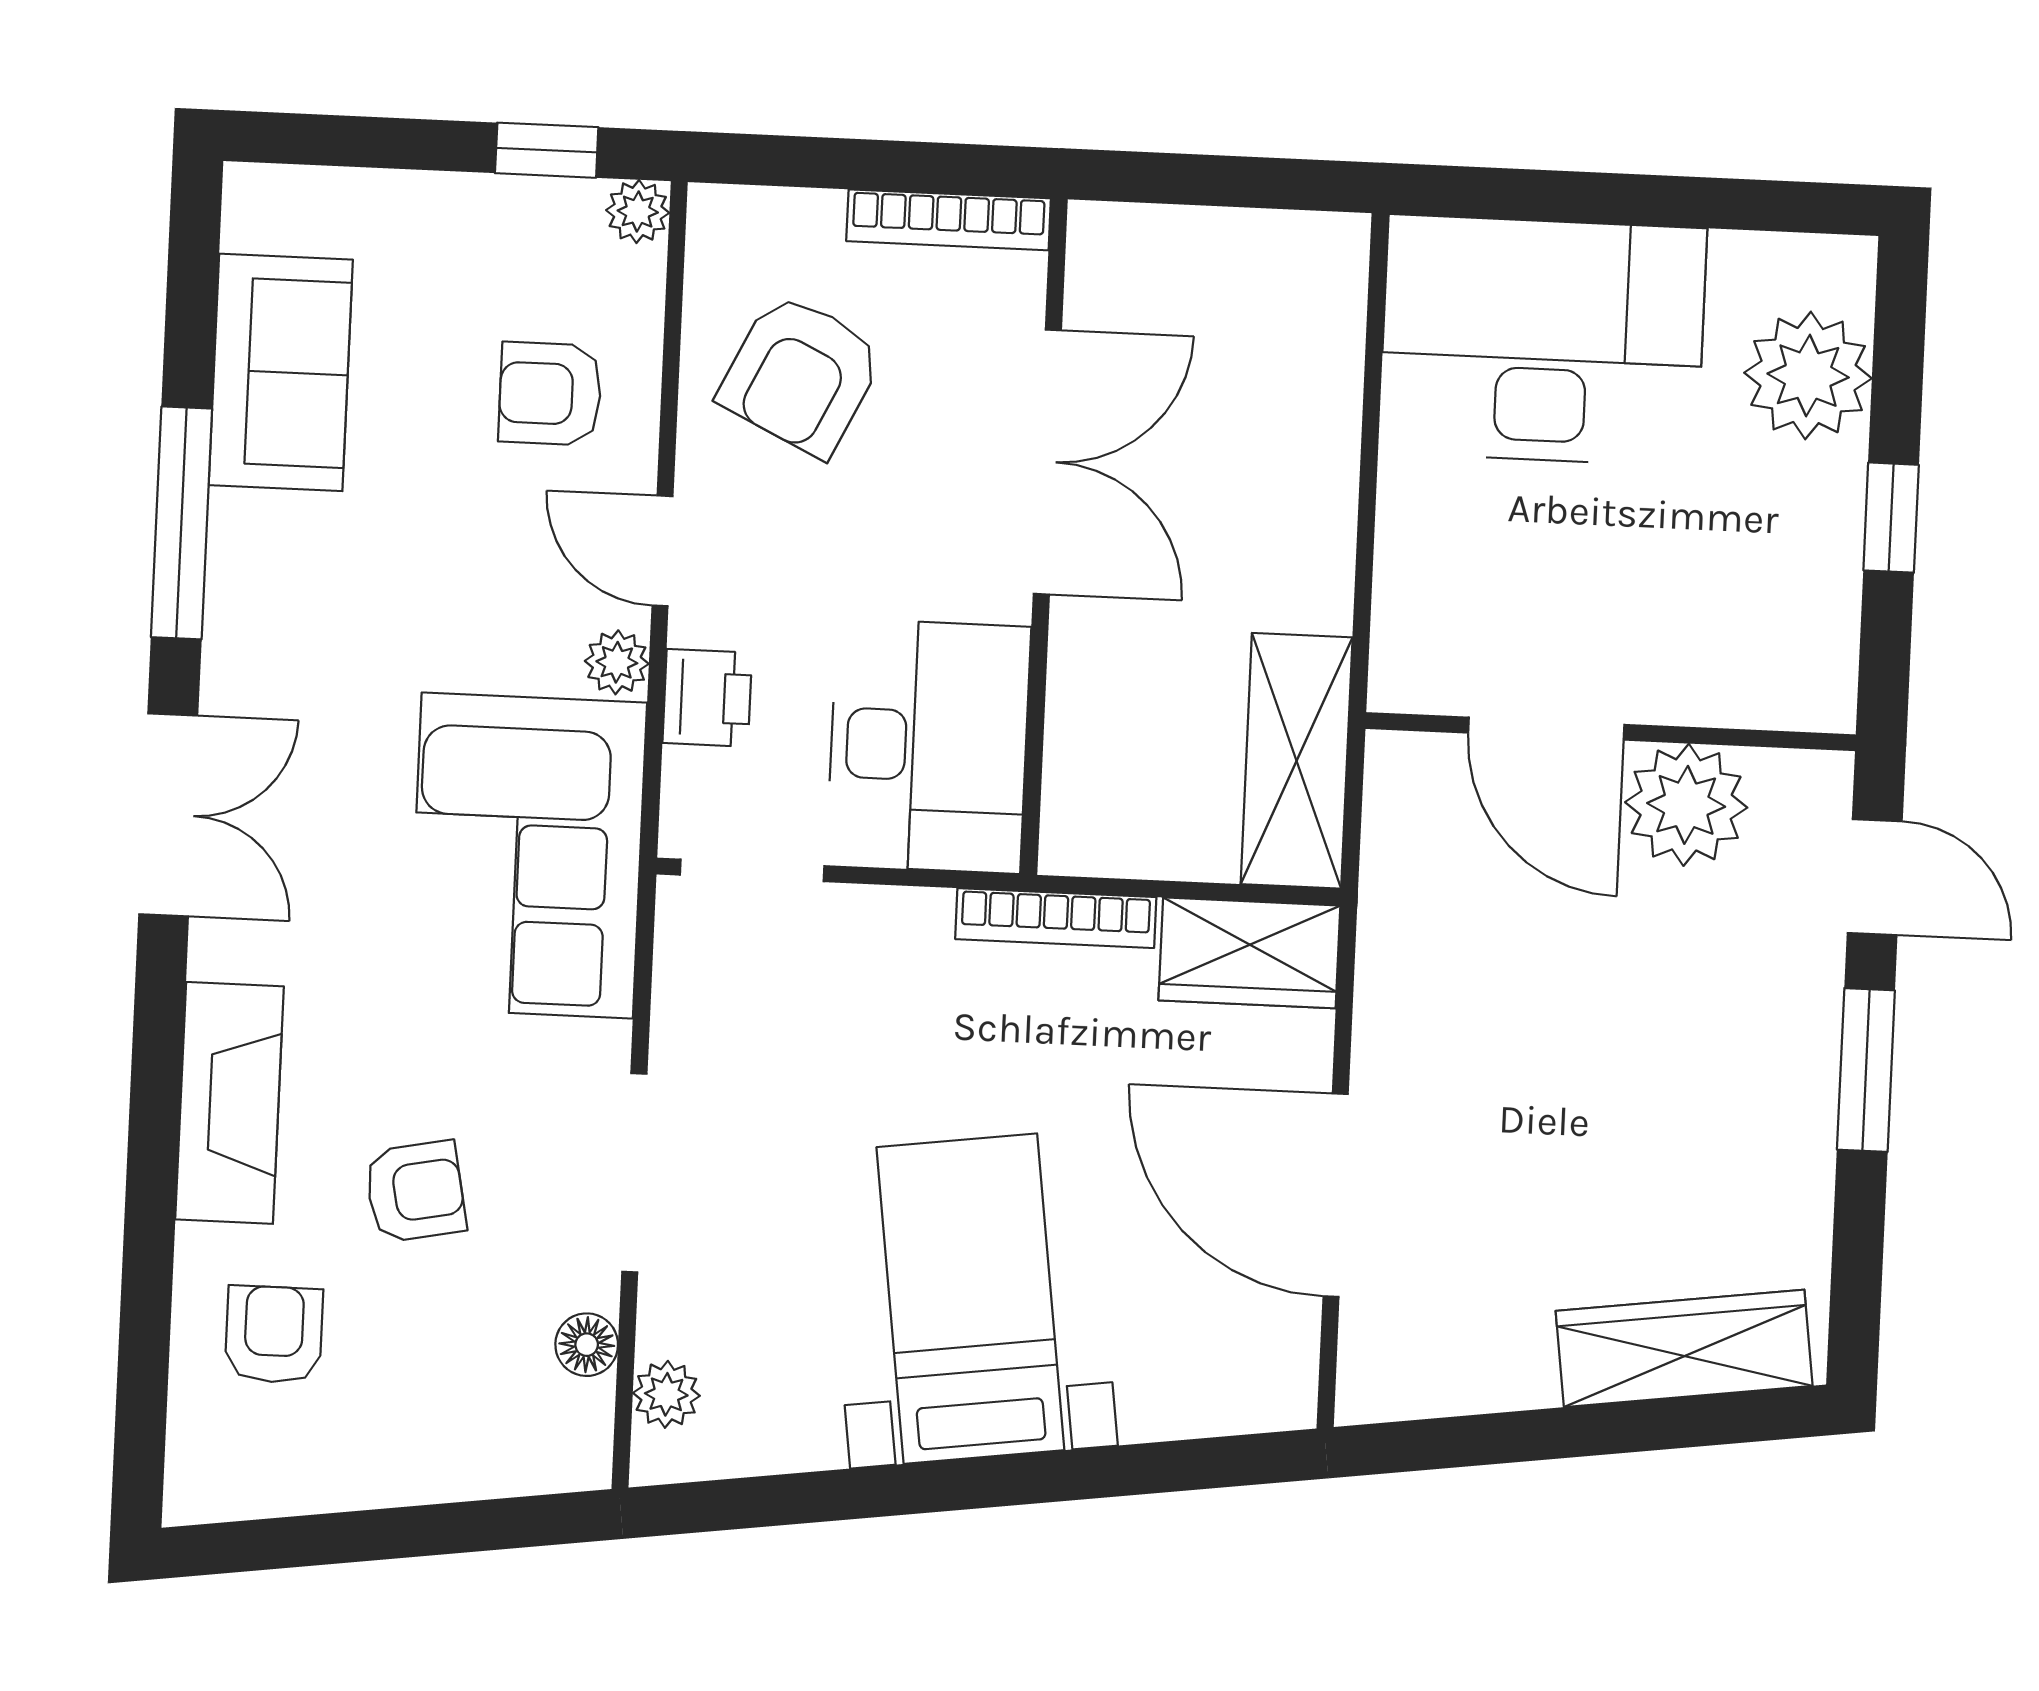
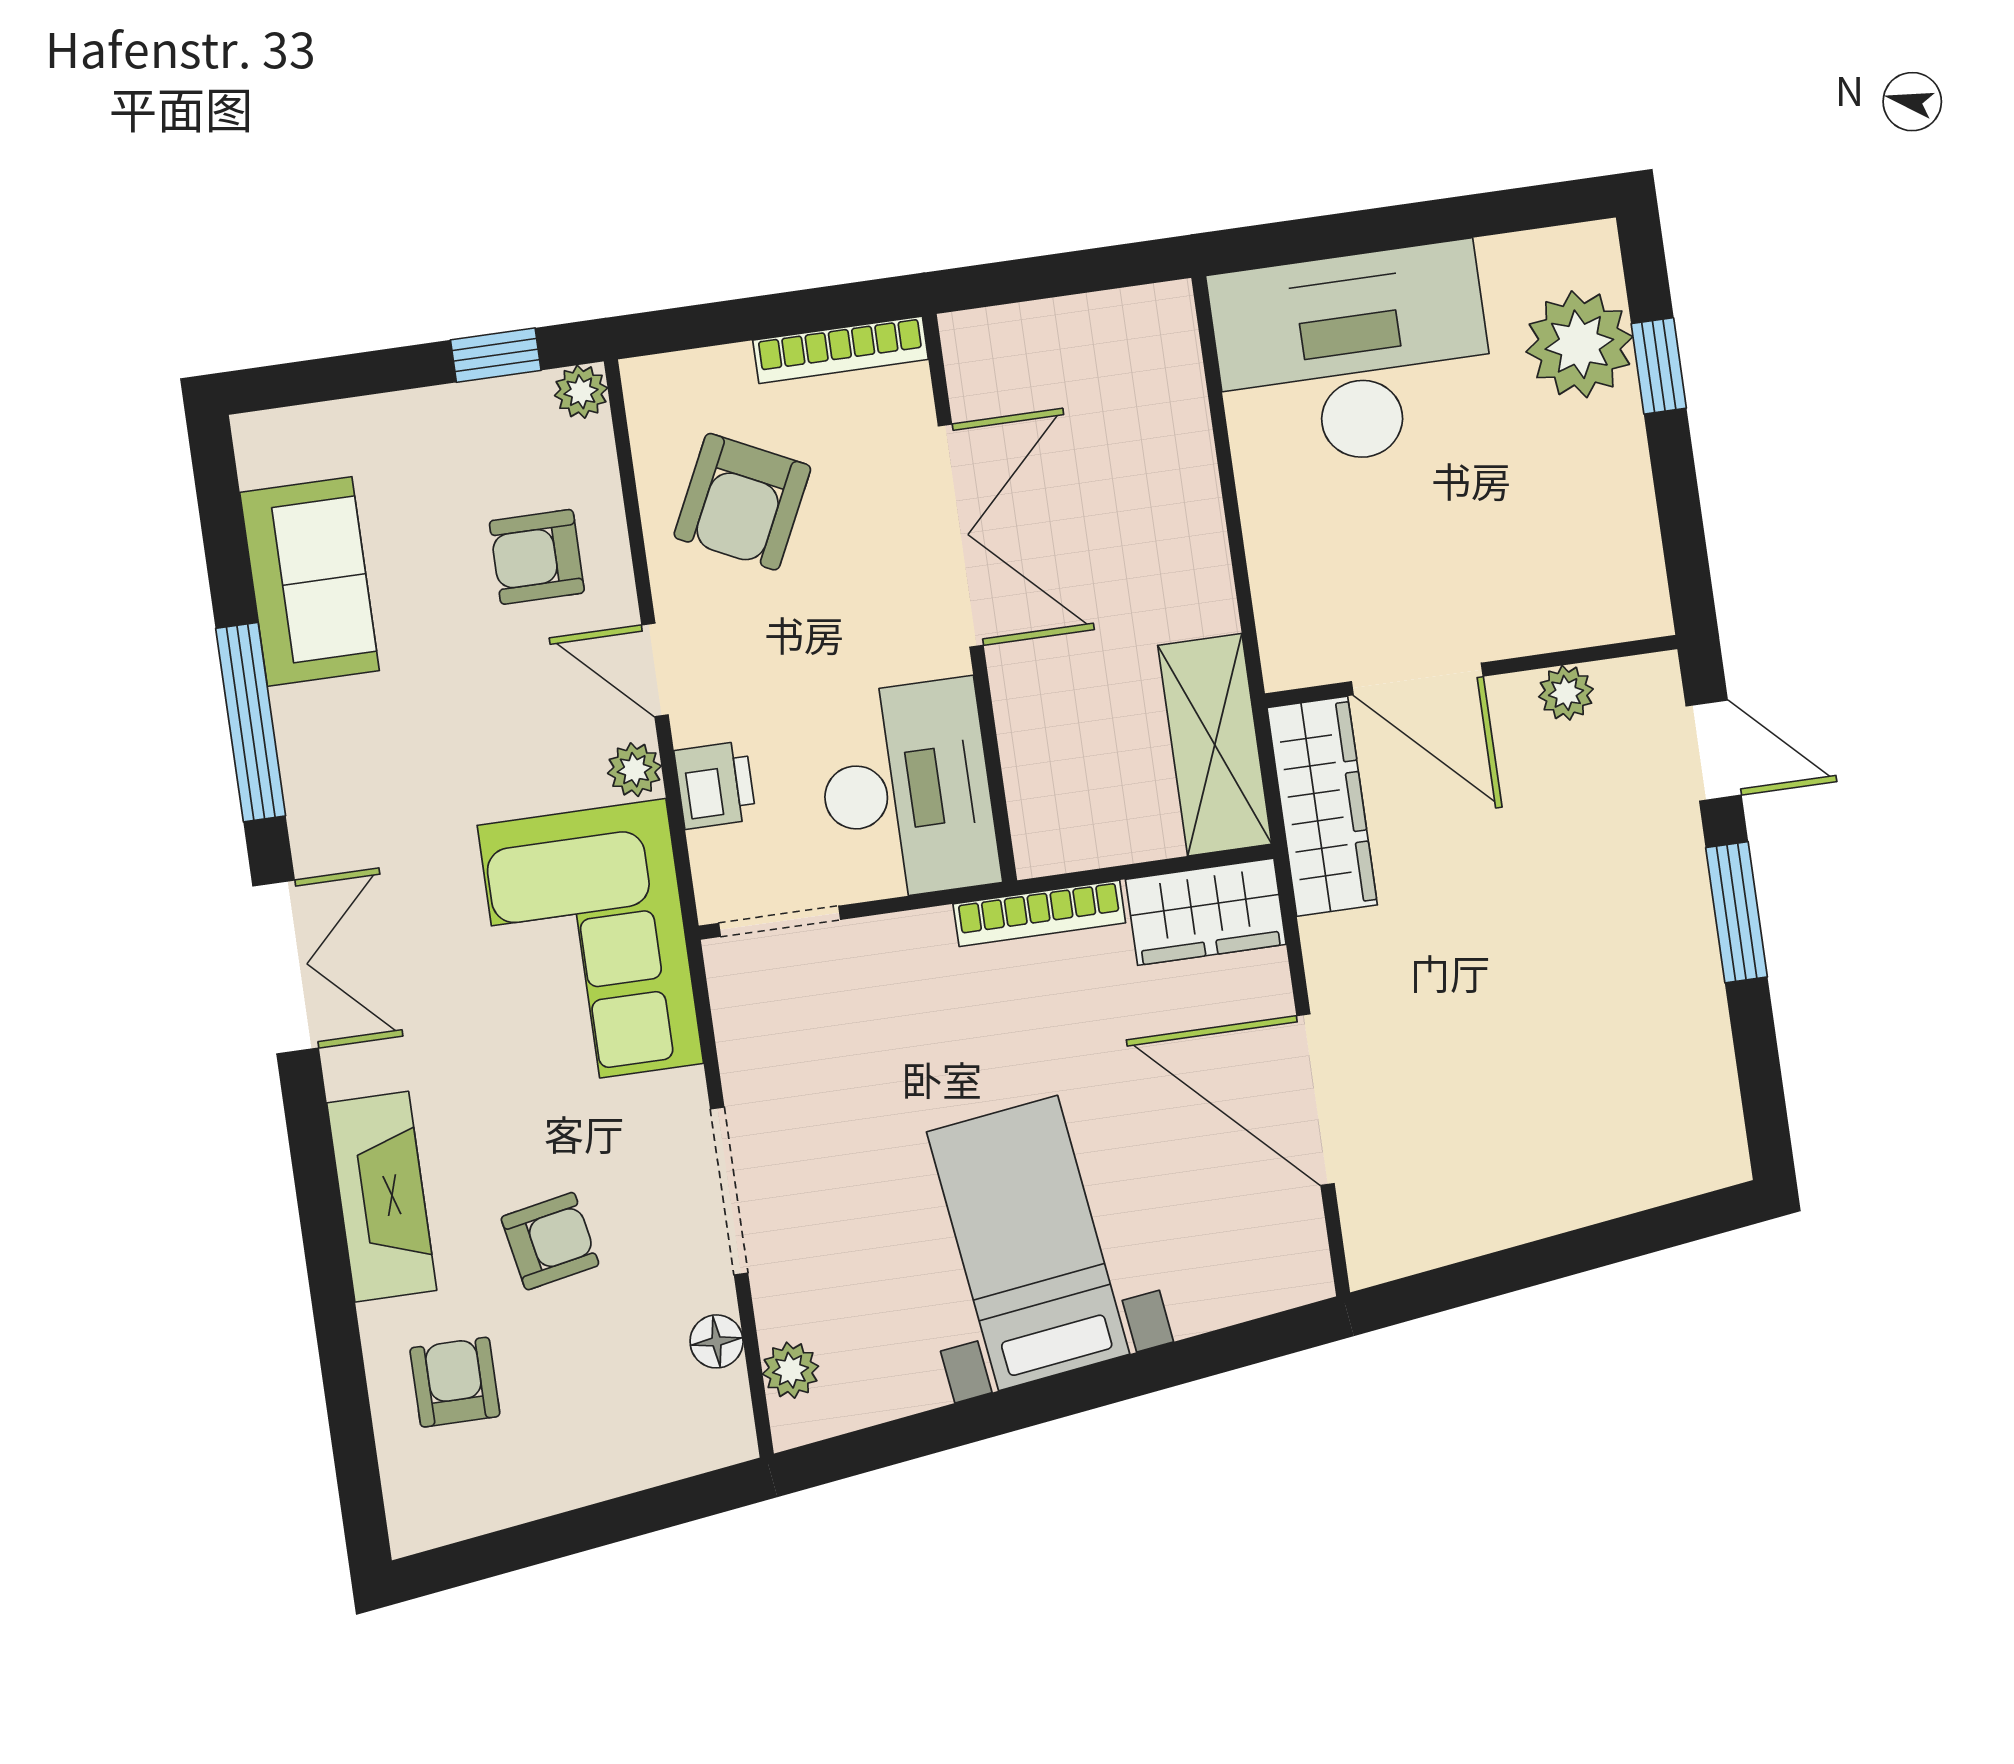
window: (1891, 518) -> (1659, 366), moved
plant: (1686, 805) -> (1566, 693), width x0.53, depth x0.53
wardrobe: (1684, 1348) -> (1322, 806), moved, turned 98

